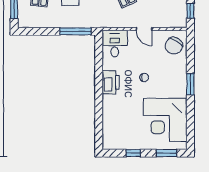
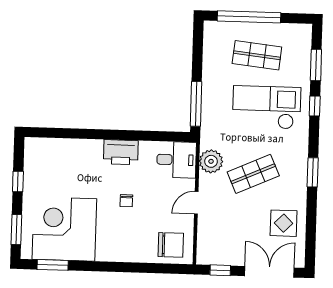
plant: (115, 20) -> (211, 161), added
chair: (174, 46) -> (171, 245), turned 148
window: (190, 84) -> (53, 265), moved

